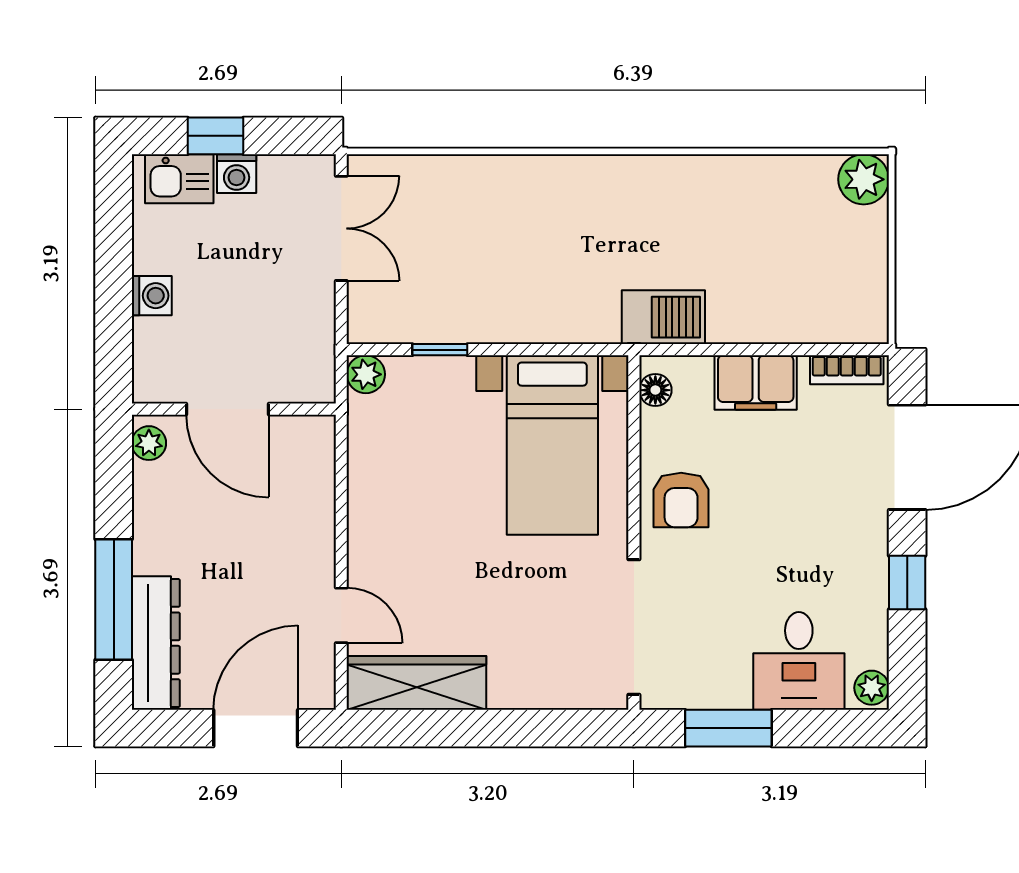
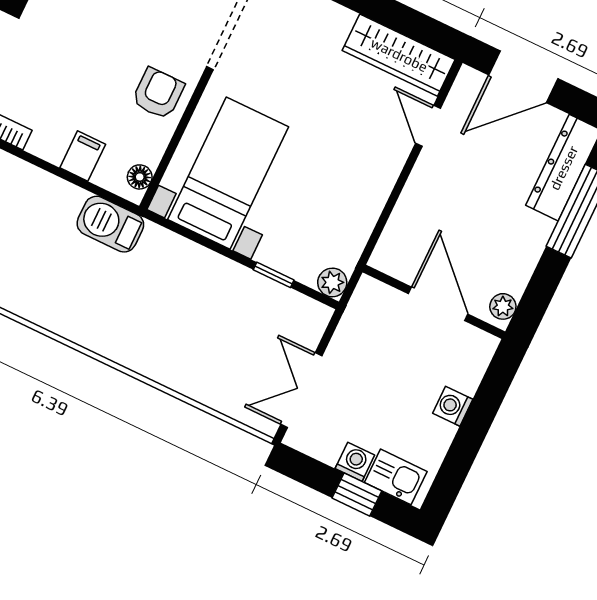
filing cabinet: (756, 382) -> (83, 156), width x0.50

